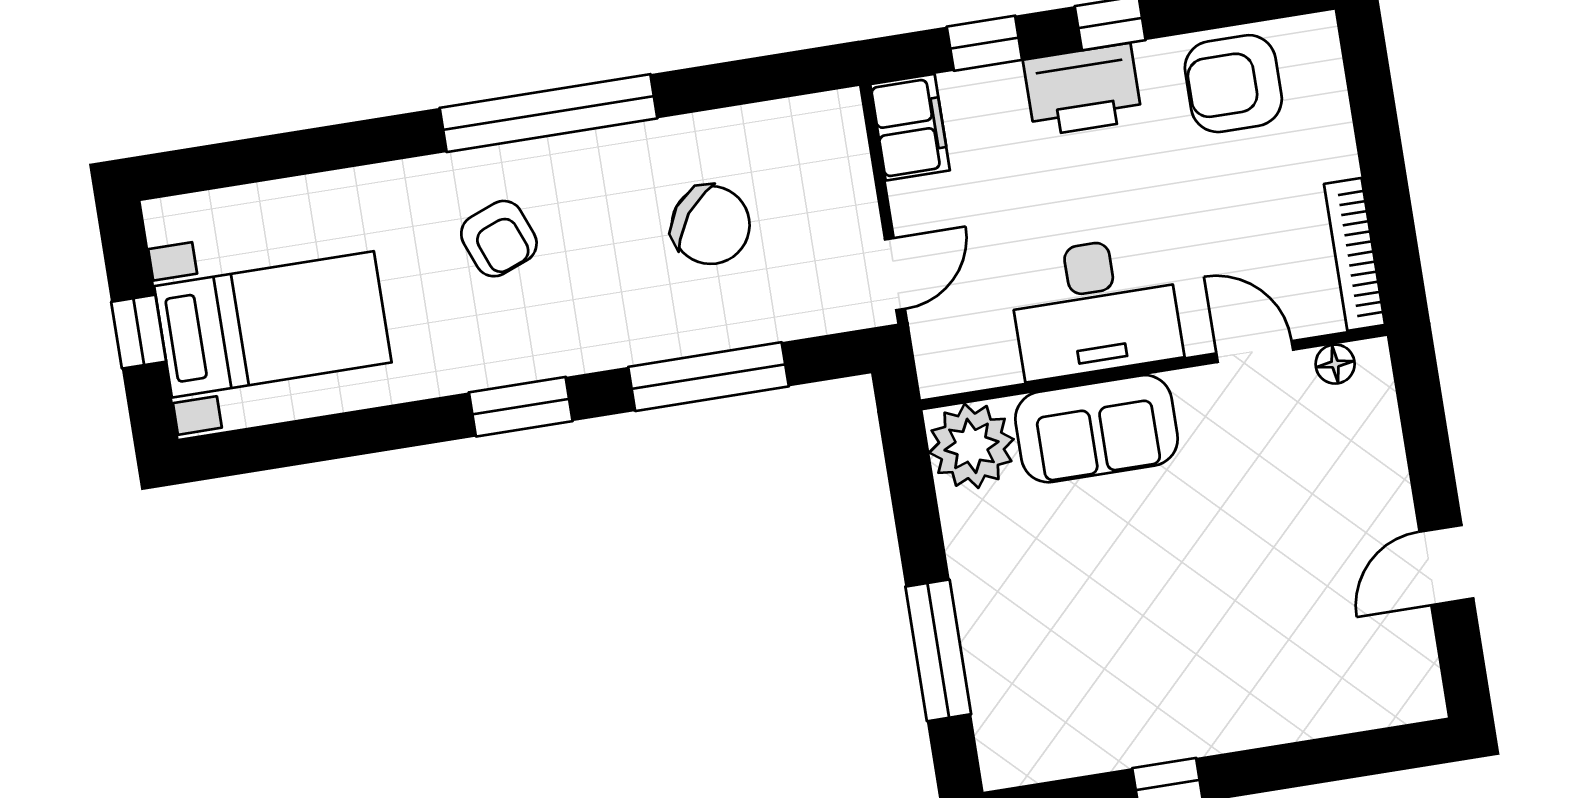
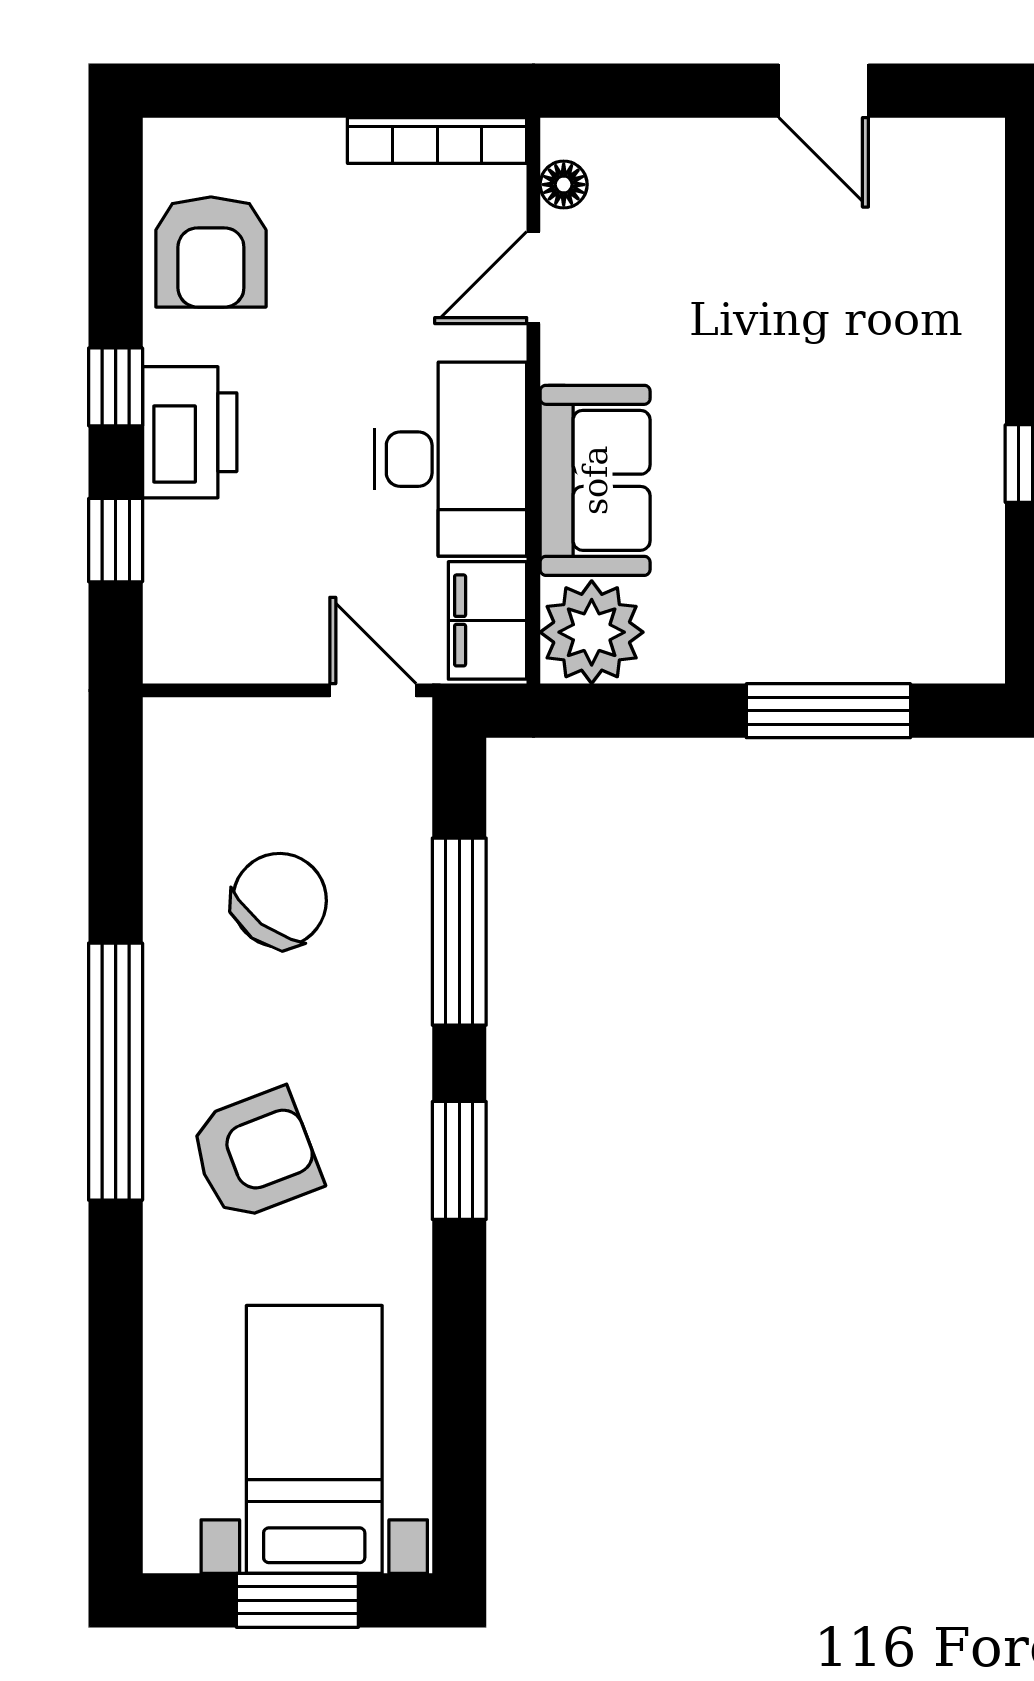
filing cabinet: (910, 127) -> (487, 620), moved, turned -90
armchair: (499, 239) -> (255, 1154), width x1.38, depth x1.38
window: (139, 332) -> (297, 1600), width x1.50

